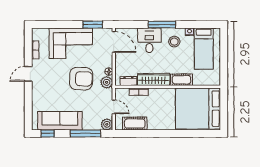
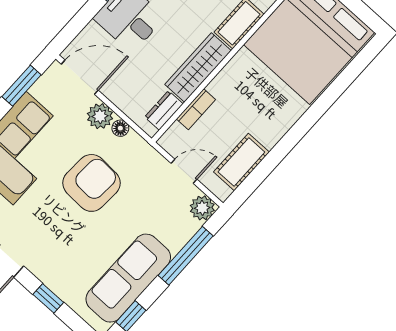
plant: (107, 82) -> (100, 116), moved
window: (28, 100) -> (48, 298), added

